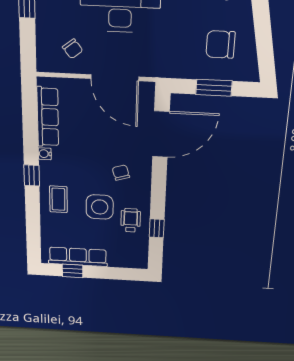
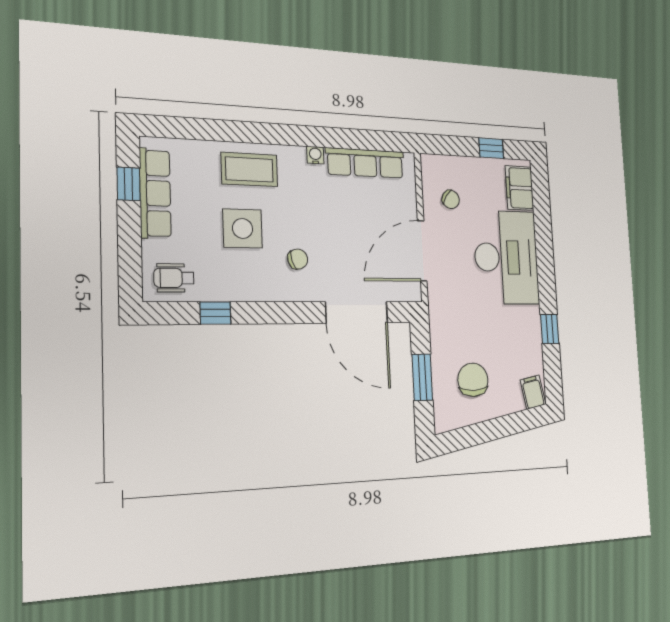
chair: (73, 49) -> (451, 199), turned -108
window: (32, 175) -> (282, 134), removed
coffee table: (58, 199) -> (249, 169), width x1.36, depth x1.30
wheelchair: (131, 220) -> (174, 278), moved, turned 180

